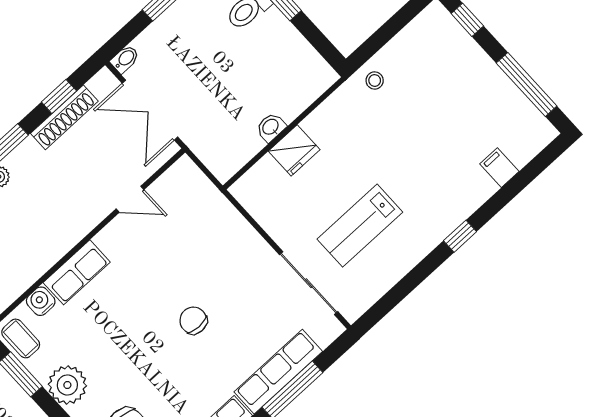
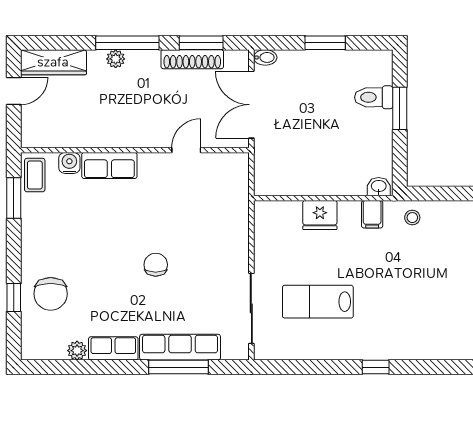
window: (59, 96) -> (201, 43), width x1.50
washbasin: (271, 127) -> (379, 187), moved
filing cabinet: (499, 168) -> (372, 214), moved, turned 180
door: (130, 199) -> (186, 150), swing flipped
plant: (67, 385) -> (37, 232), removed

